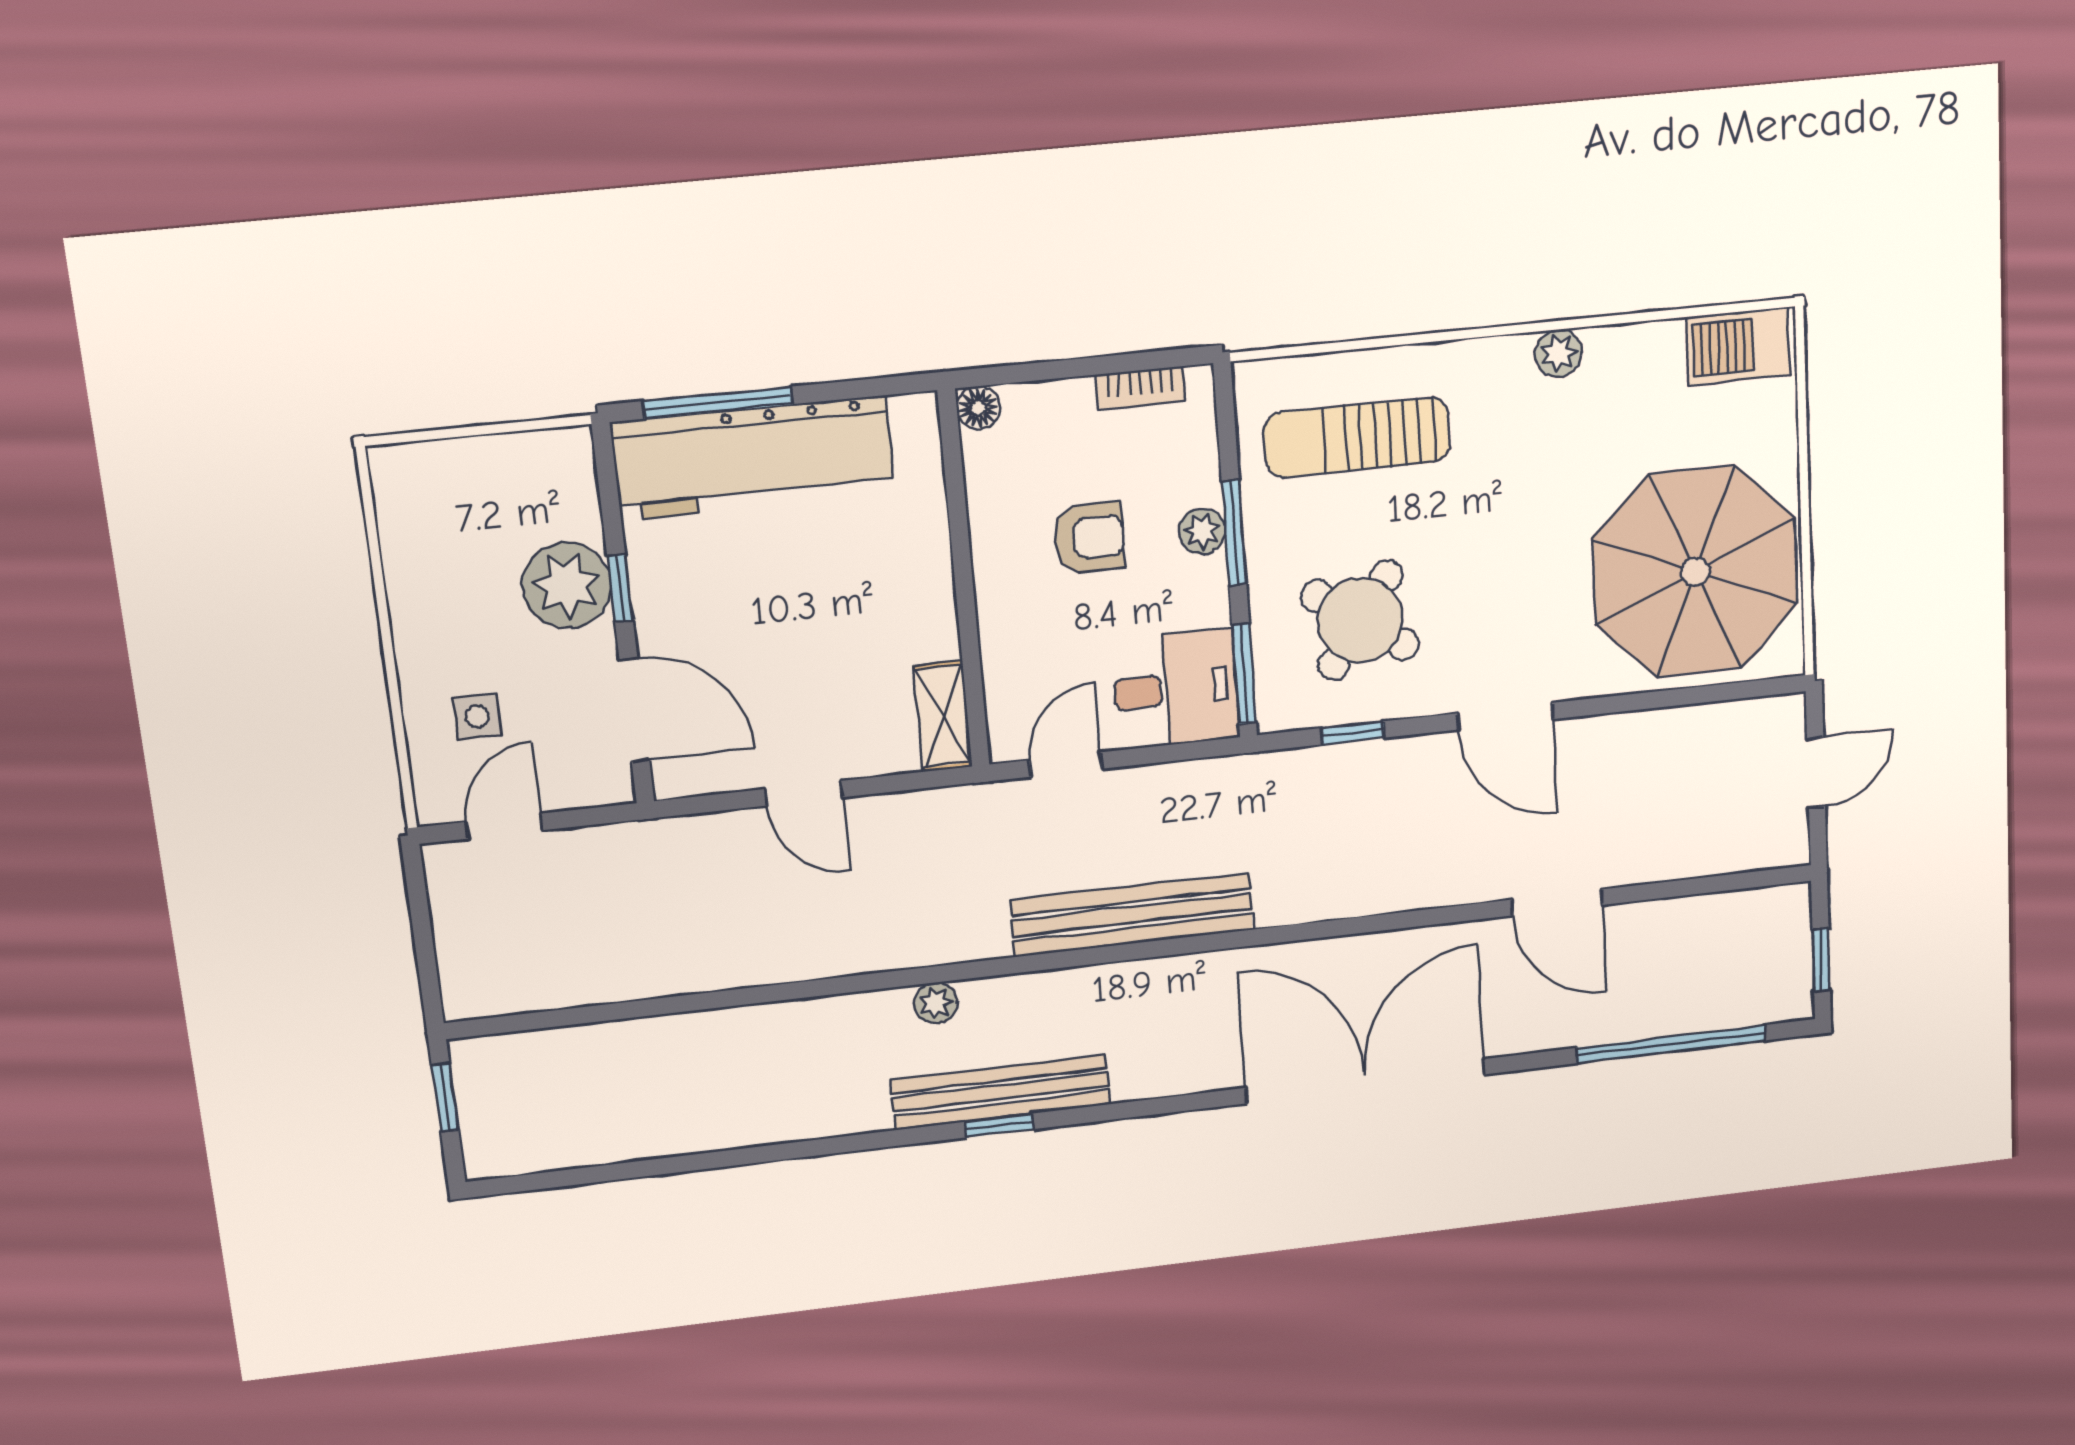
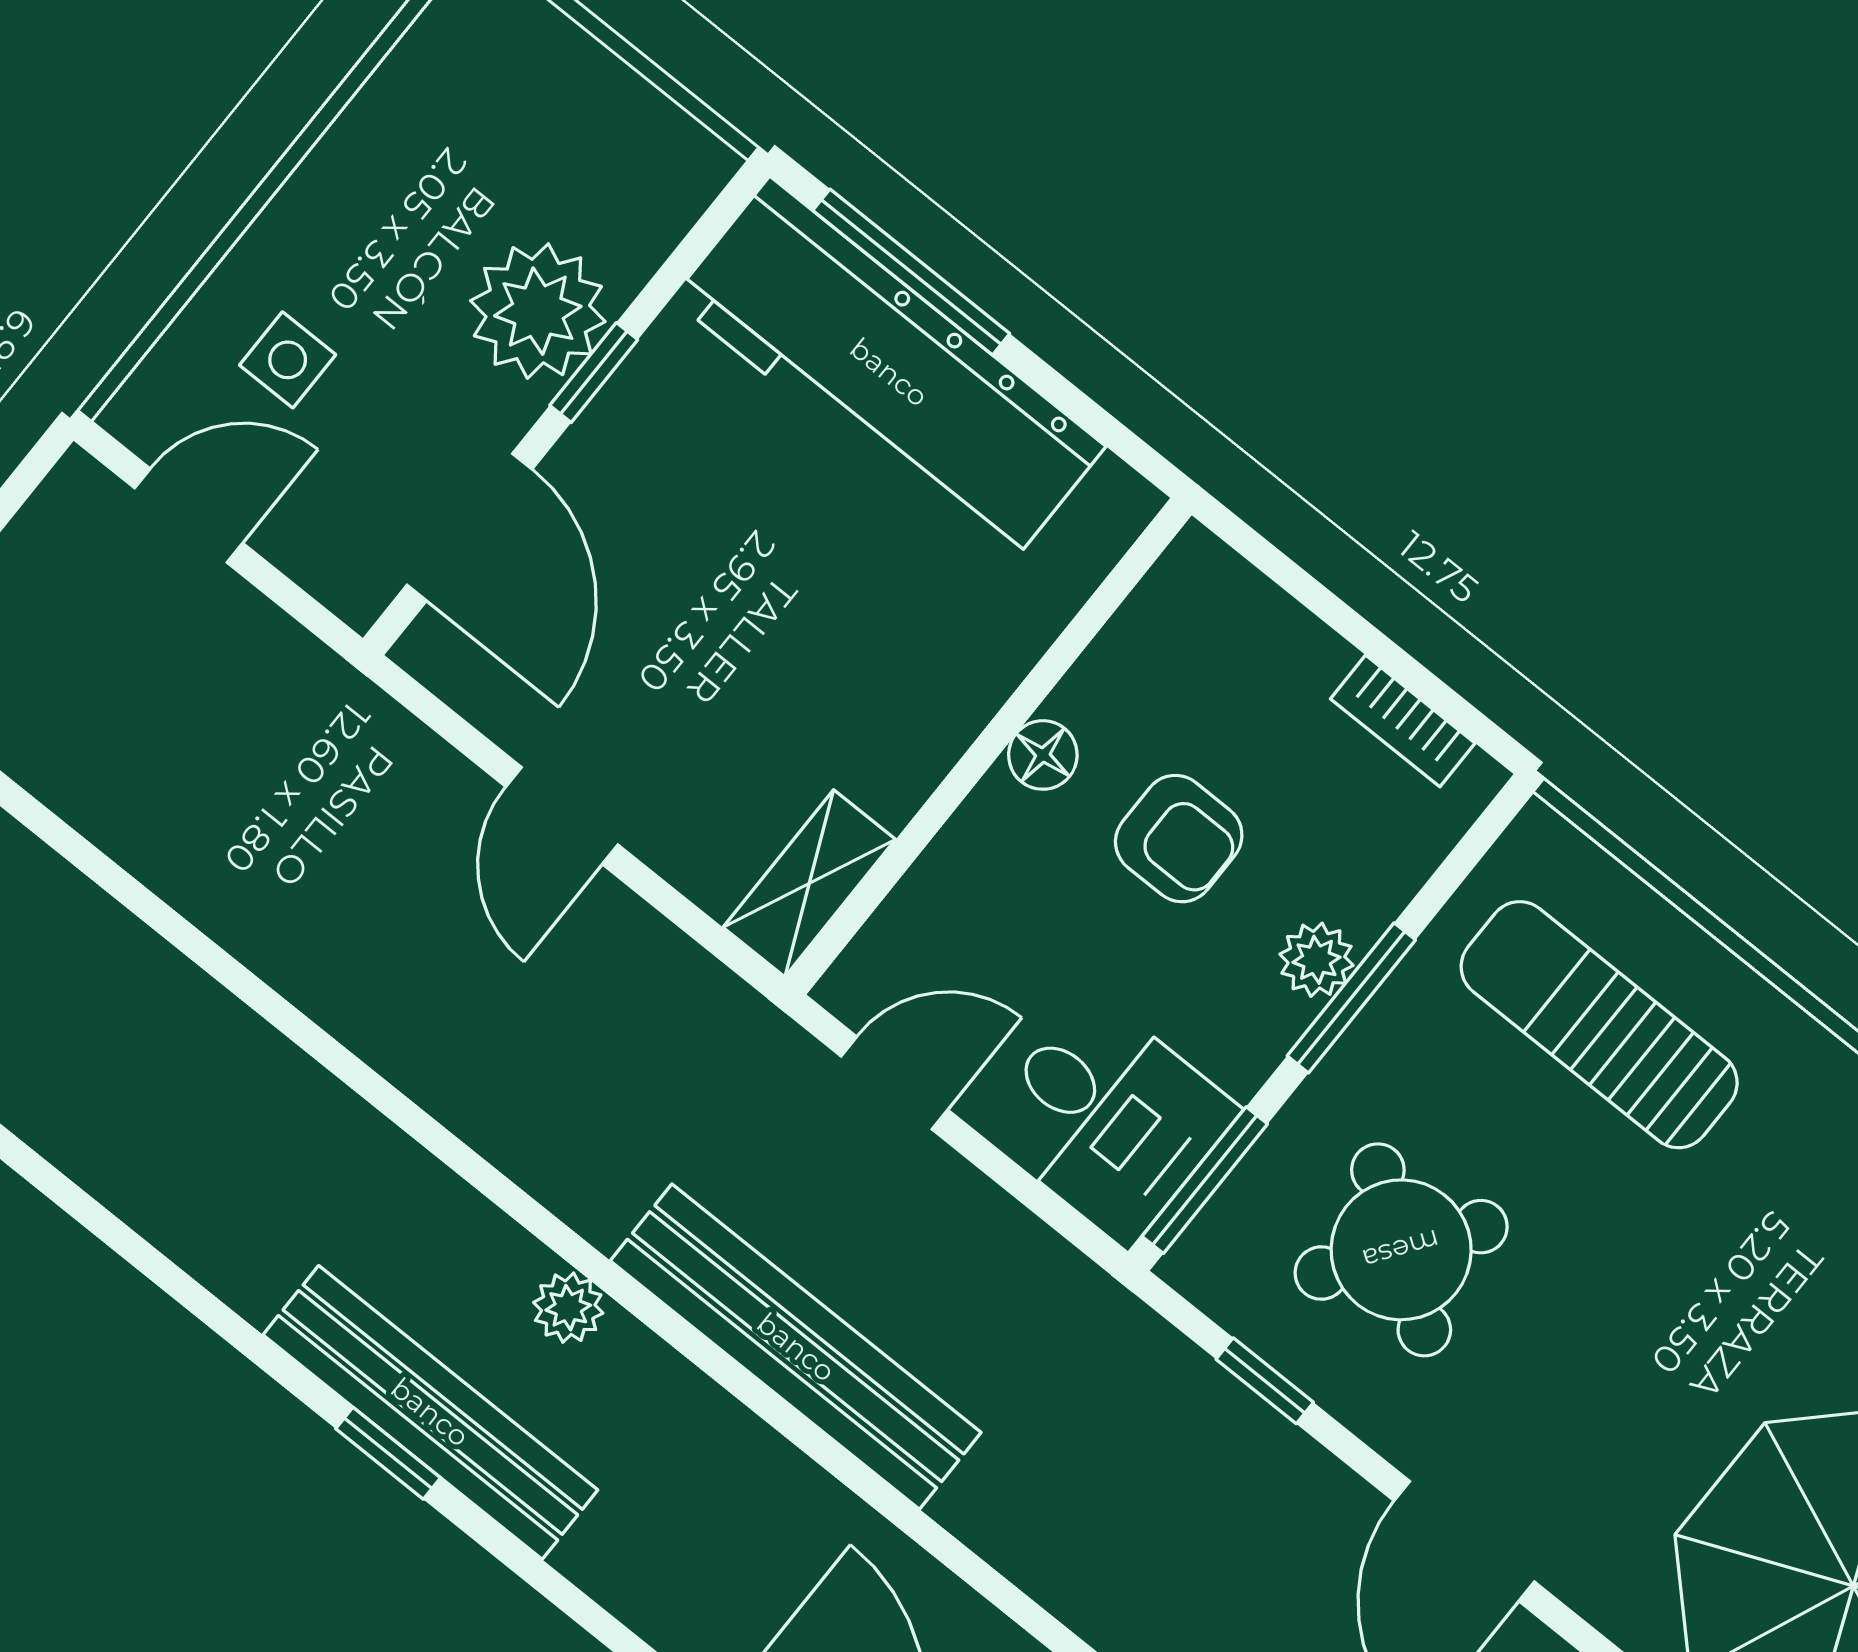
floor lamp: (978, 408) -> (1043, 755), moved
plant: (936, 1003) -> (568, 1308), moved

